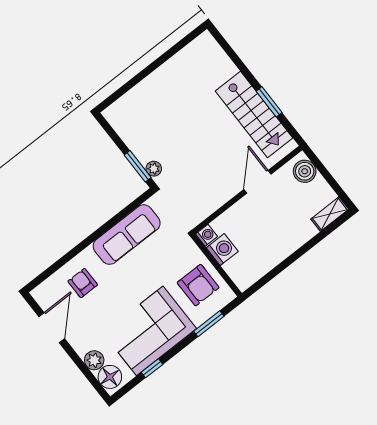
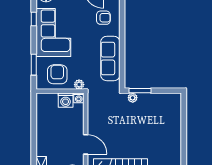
plant: (189, 248) -> (79, 85), added
armchair: (198, 285) -> (57, 74), turned 90

